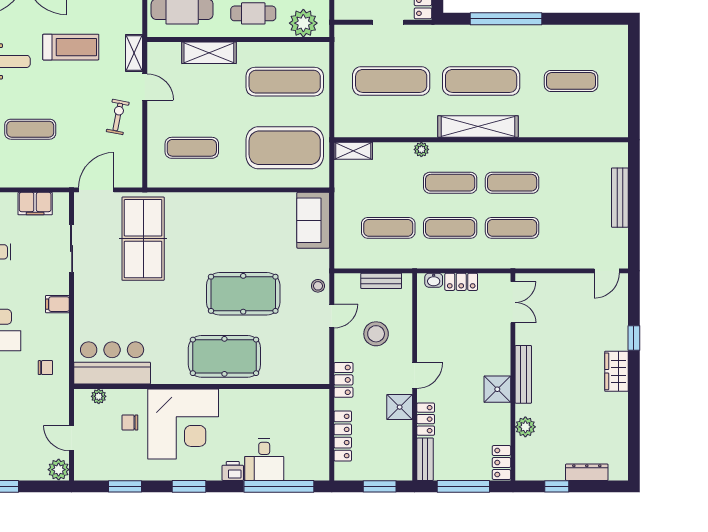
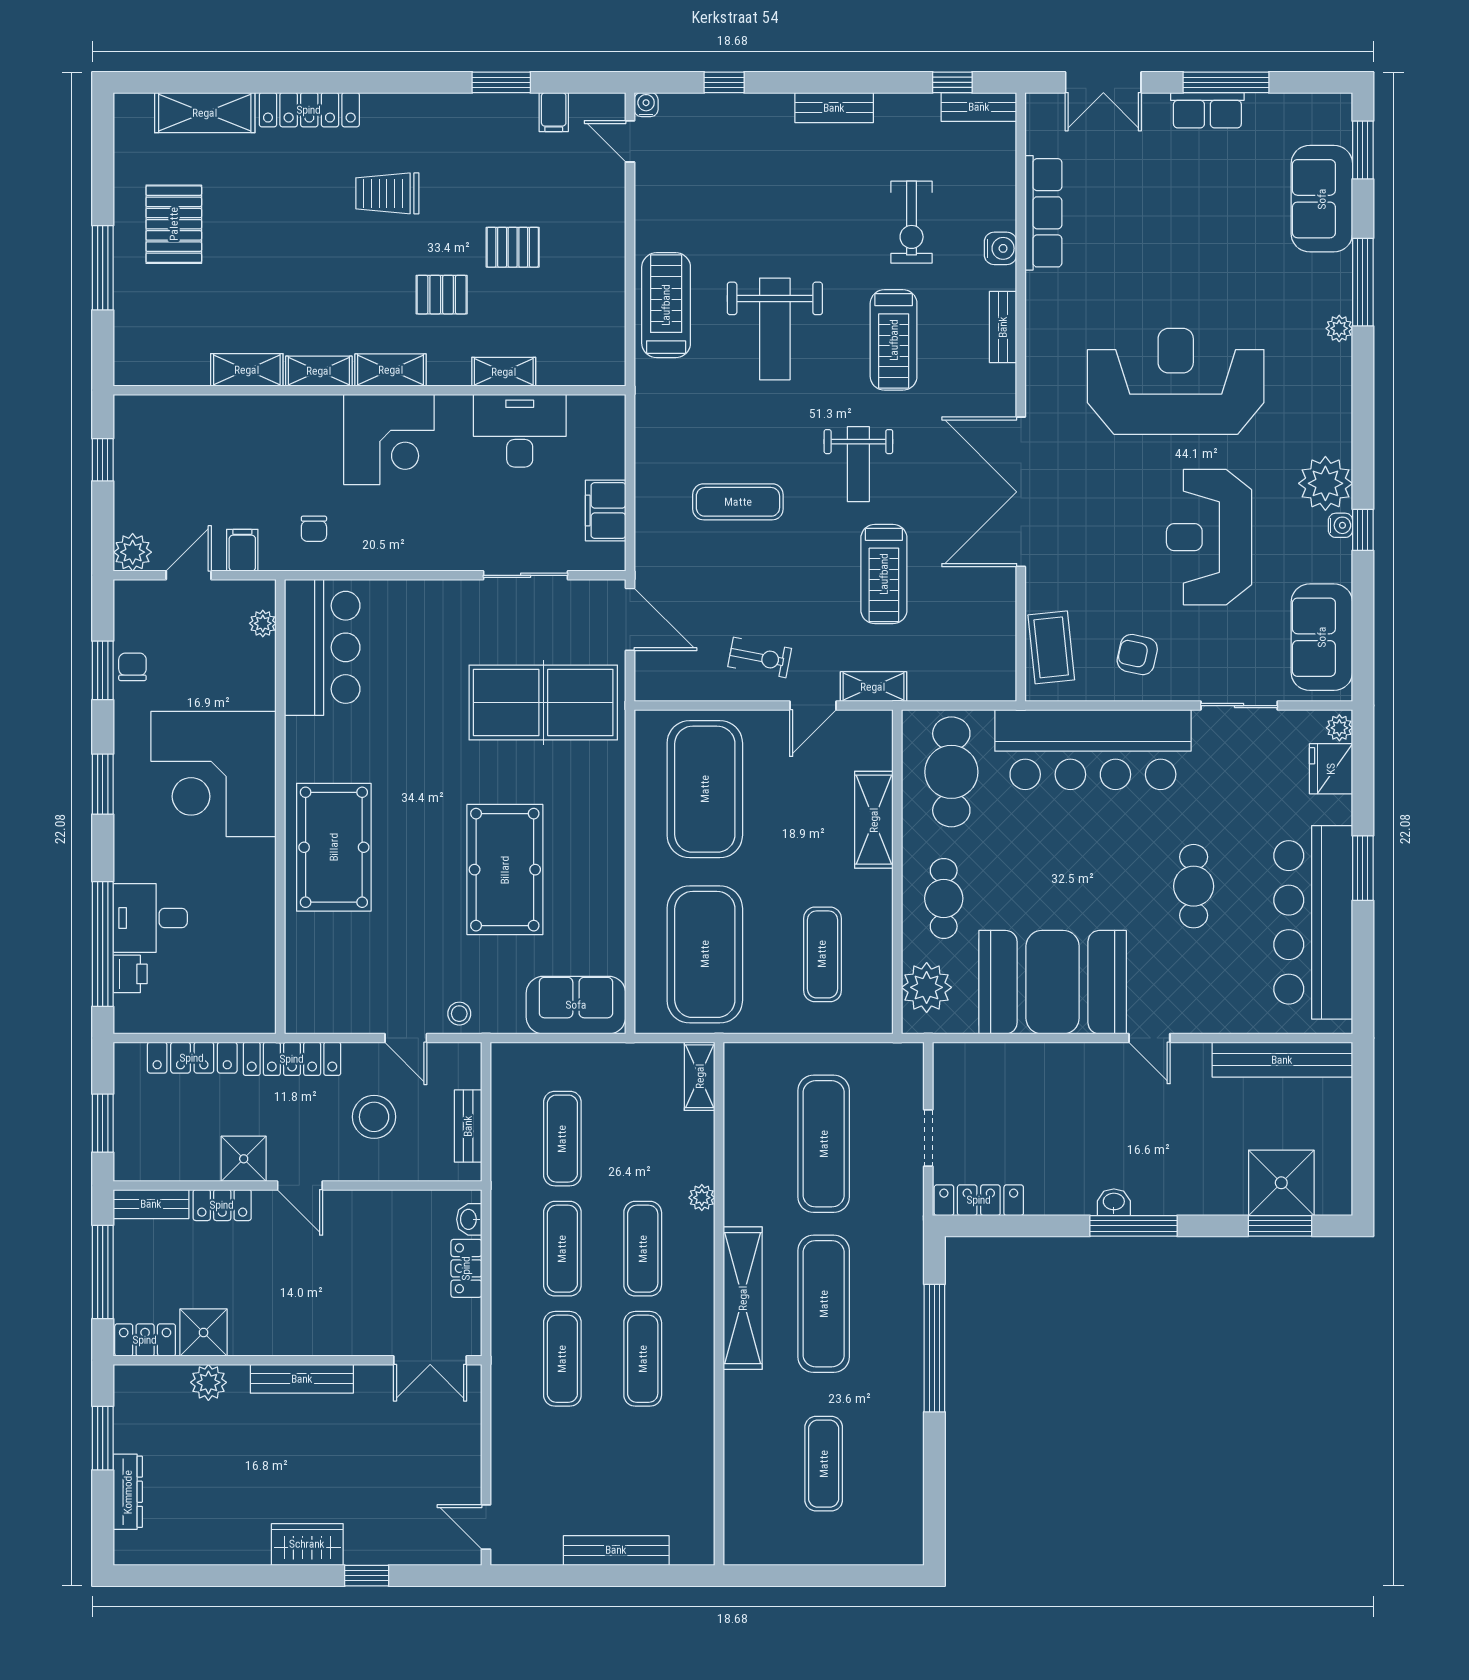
exercise mat: (285, 82) -> (822, 954), width x0.73, depth x0.69
exercise mat: (30, 129) -> (738, 502), turned 90
exercise mat: (192, 148) -> (705, 789), width x2.00, depth x1.45
pool table: (243, 294) -> (505, 870), moved
filing cabinet: (57, 304) -> (242, 550), moved
locker: (343, 380) -> (292, 1059), width x1.53
shower: (497, 389) -> (204, 1333), moved
chair: (130, 423) -> (132, 667), moved
printer: (233, 471) -> (130, 974), moved
window: (557, 486) -> (103, 1438), width x1.50

